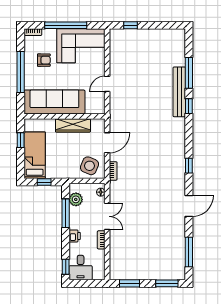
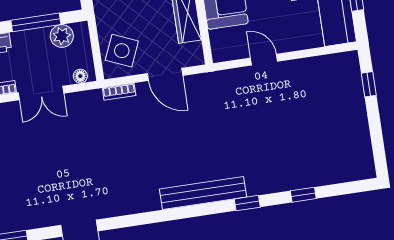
window: (189, 73) -> (303, 195), width x0.46
bench: (179, 92) -> (203, 193), moved
window: (189, 166) -> (147, 218), removed

